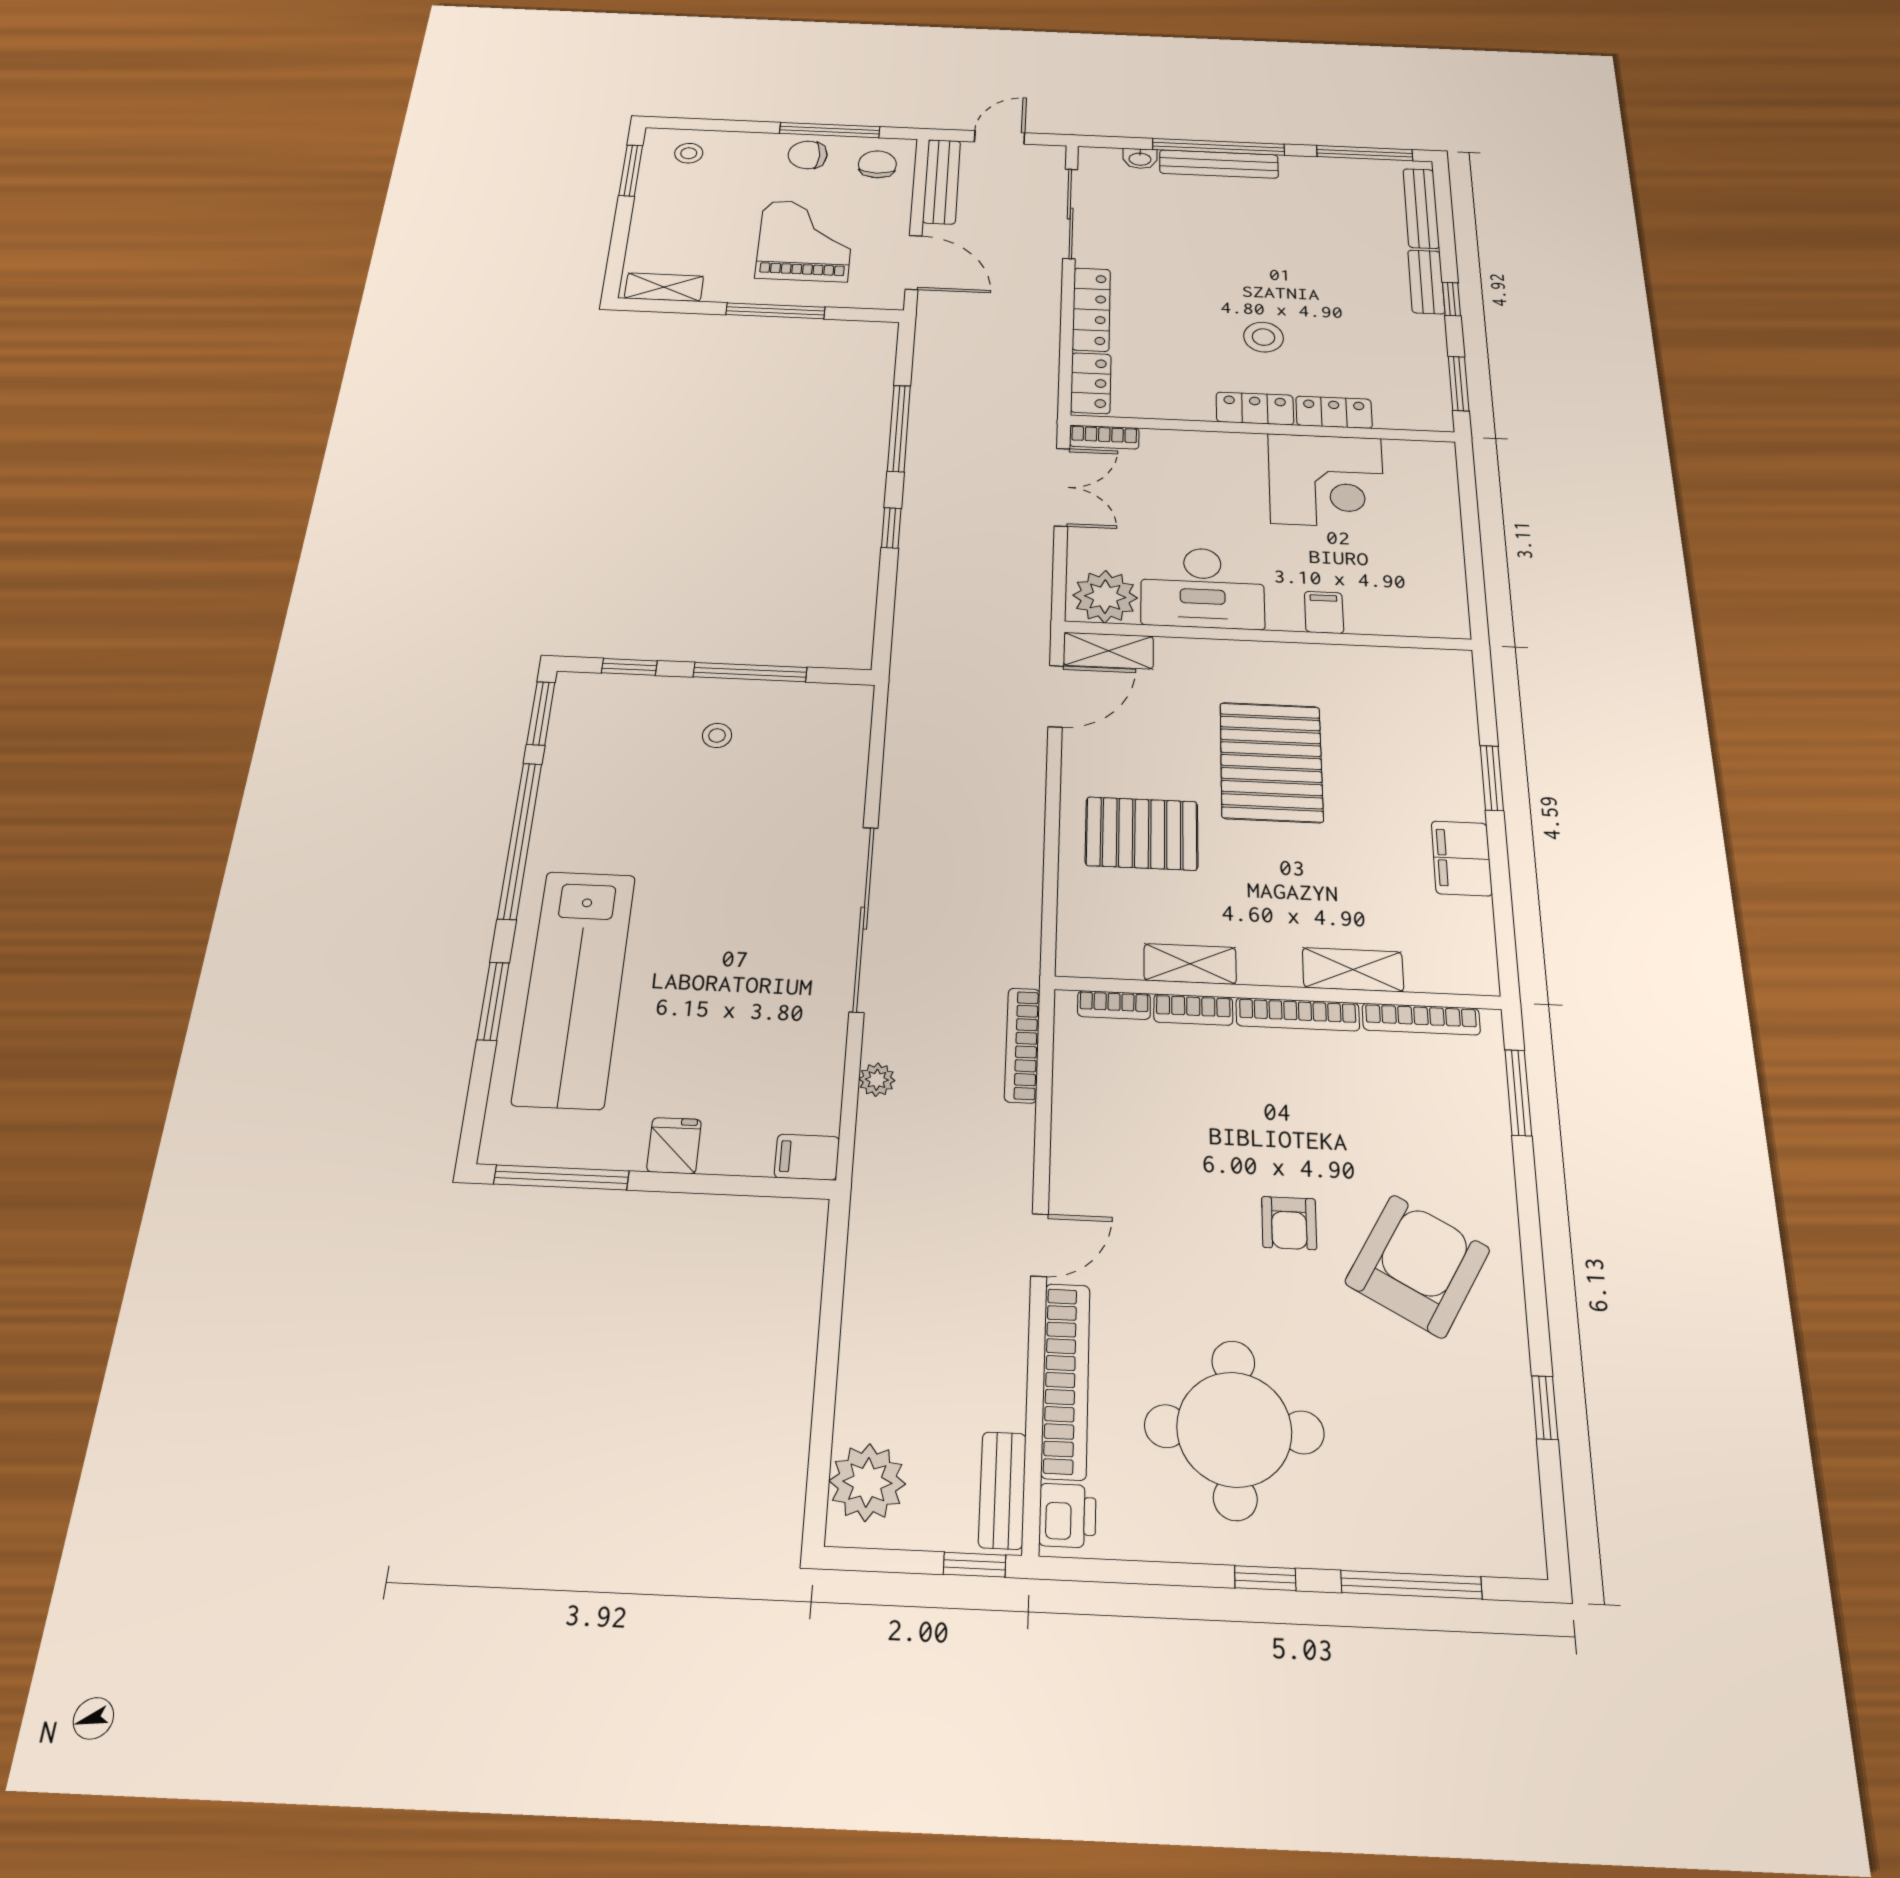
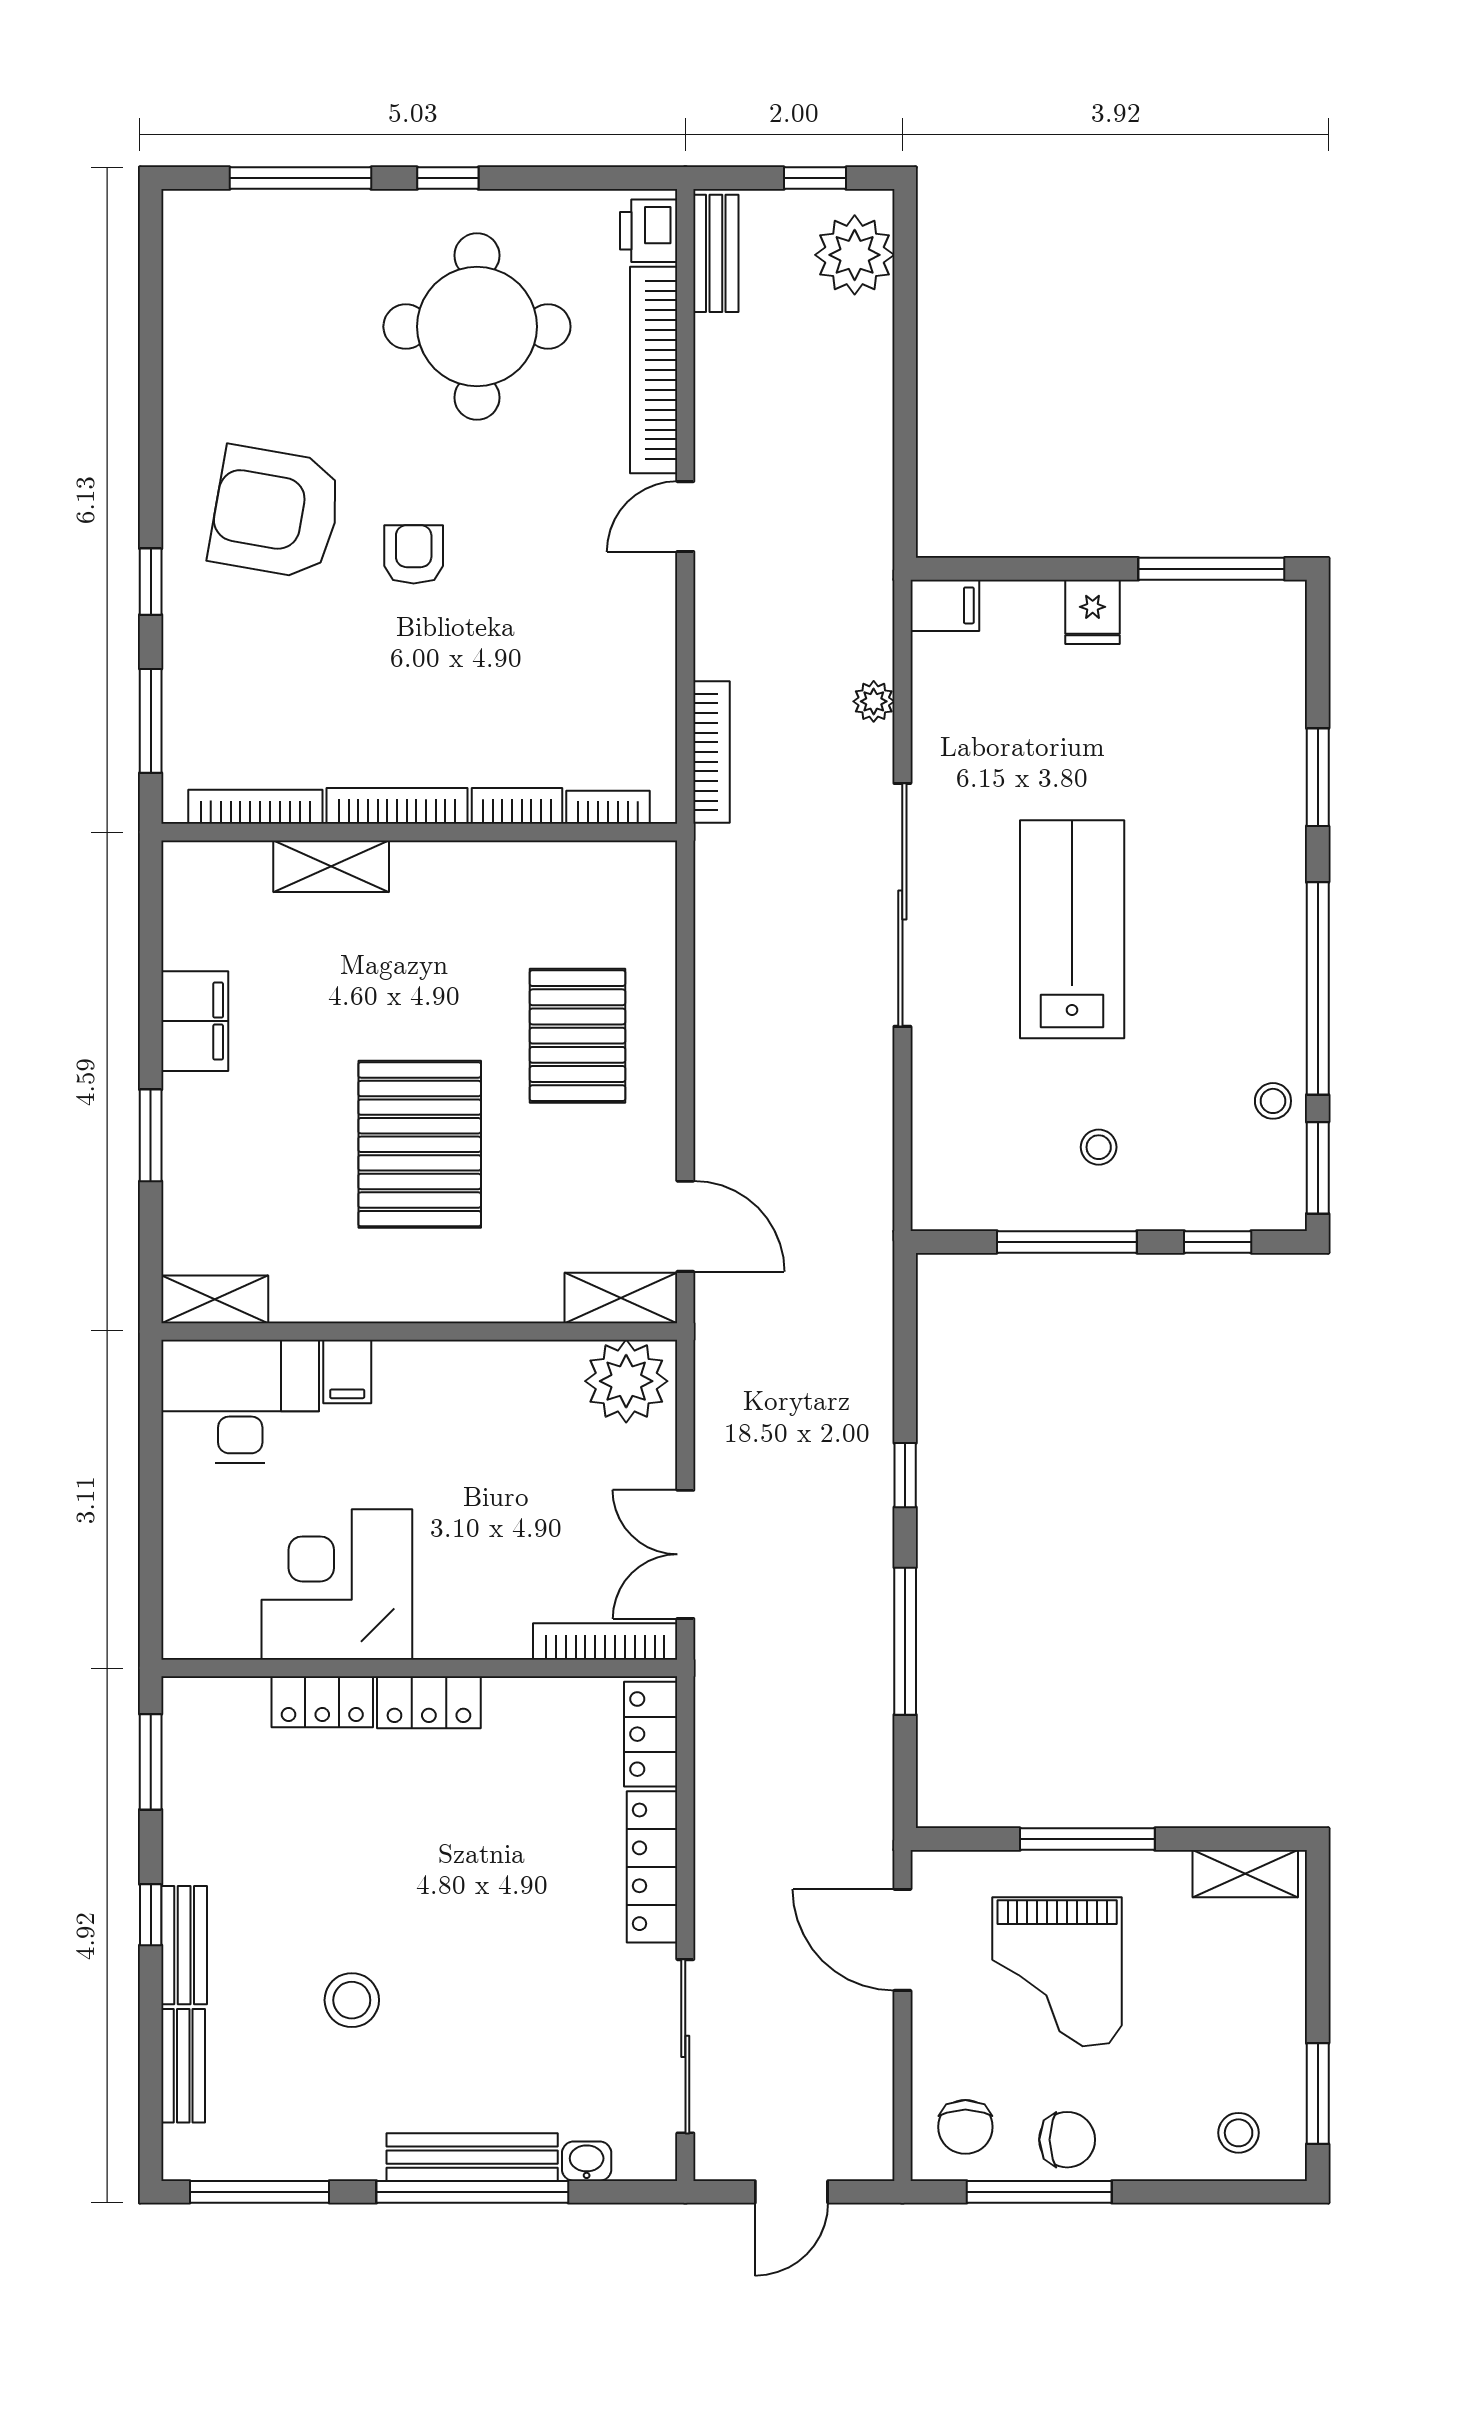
bench: (942, 182) -> (871, 2098), removed
bench: (1421, 208) -> (183, 2066), width x0.73
stool: (1263, 337) -> (352, 2000), moved
bookcase: (1104, 437) -> (605, 1641), width x1.56
desk: (1203, 588) -> (240, 1402), moved
door: (1056, 696) -> (685, 1226), swing flipped
stool: (570, 761) -> (1273, 1101), added
pallet: (1142, 833) -> (578, 1036), turned 90
shelving: (1190, 964) -> (215, 1299), moved
lab bench: (575, 988) -> (1072, 929), moved, width x0.73
armchair: (1418, 1266) -> (276, 512), turned 71
window: (1545, 1408) -> (151, 582), moved
window: (974, 1565) -> (815, 178), moved

